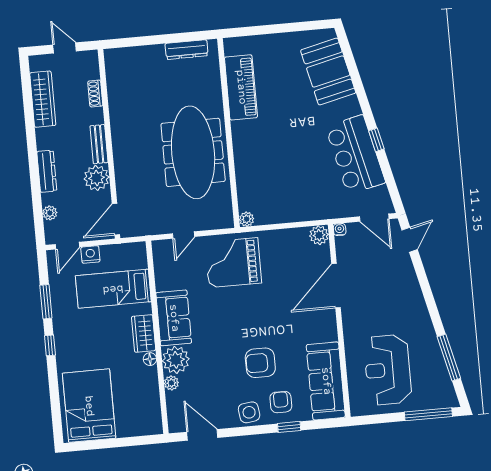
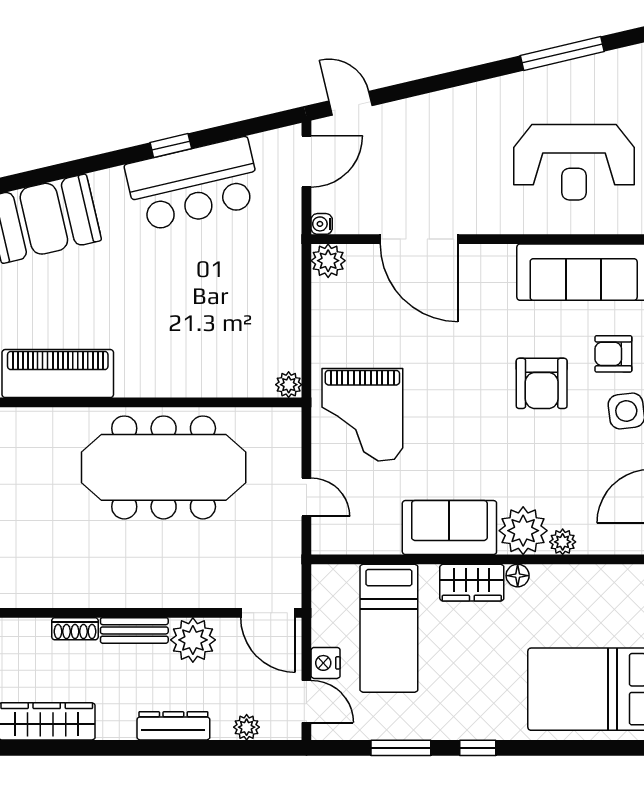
shoe rack: (95, 93) -> (75, 629), moved

